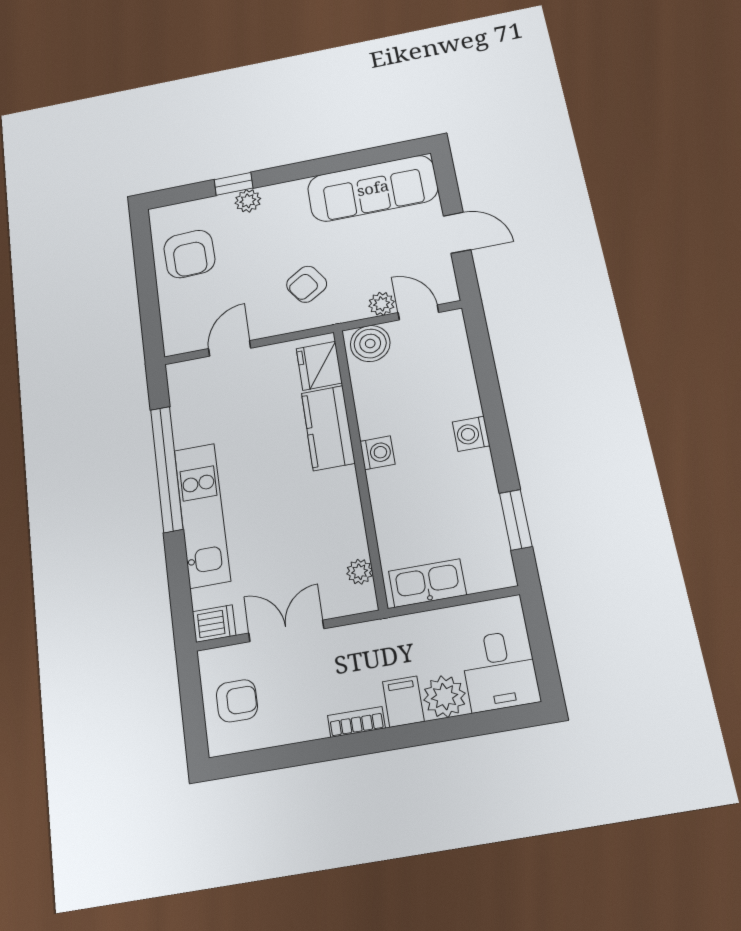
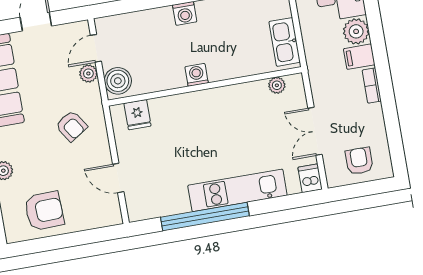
fridge: (319, 366) -> (137, 115), width x0.72
kitchen counter: (328, 428) -> (178, 108), removed

